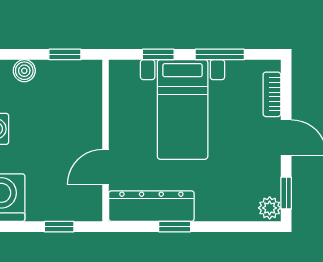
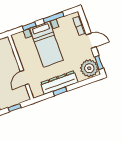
dresser: (151, 206) -> (59, 83), moved
plant: (270, 208) -> (89, 68), width x1.87, depth x1.87

